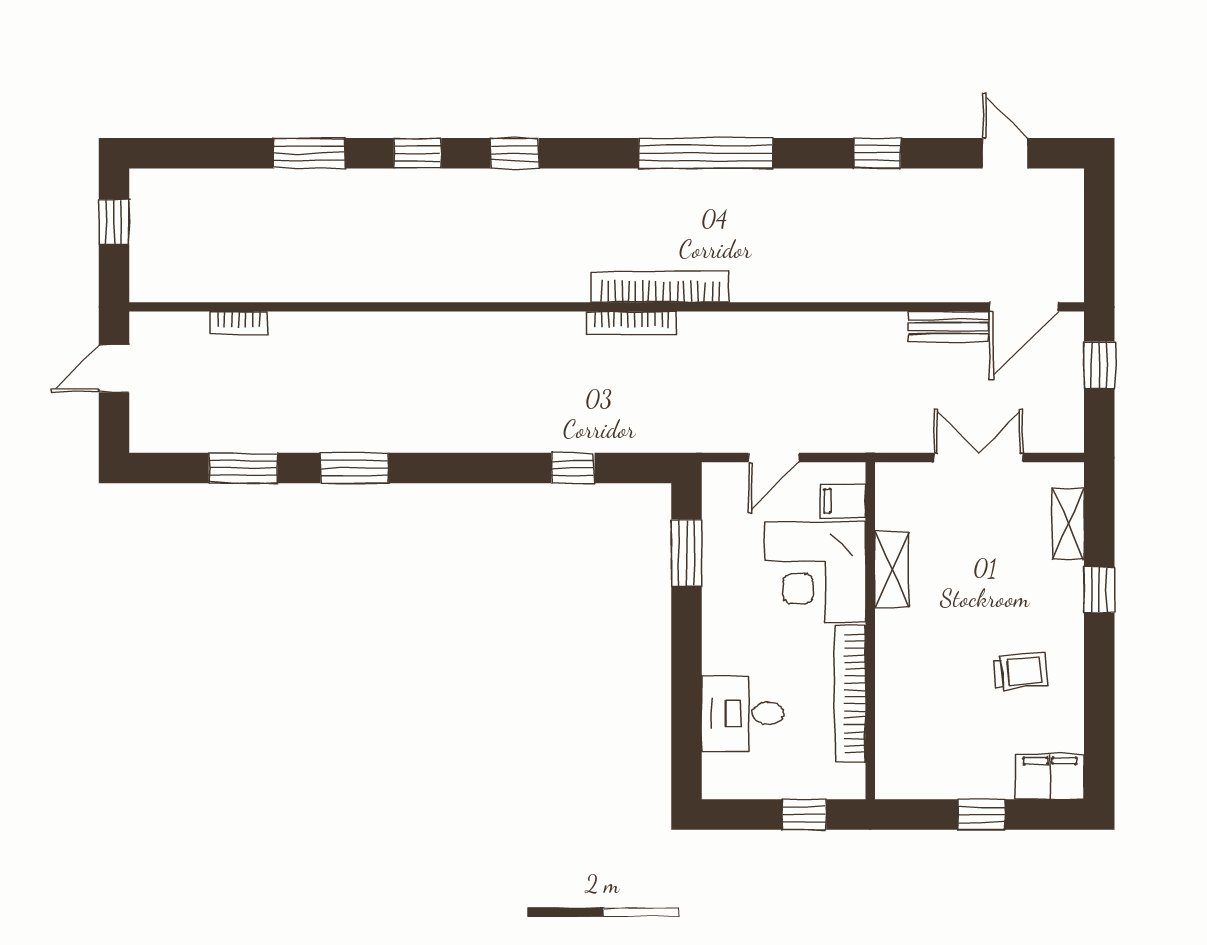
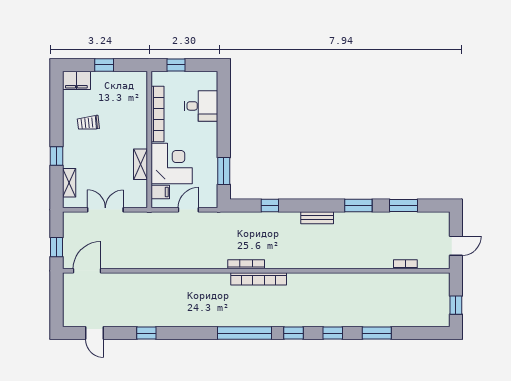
window: (706, 153) -> (245, 333), moved
bookcase: (660, 287) -> (259, 279), moved
bench: (948, 327) -> (317, 218), moved
double door: (979, 458) -> (105, 210), swing flipped

